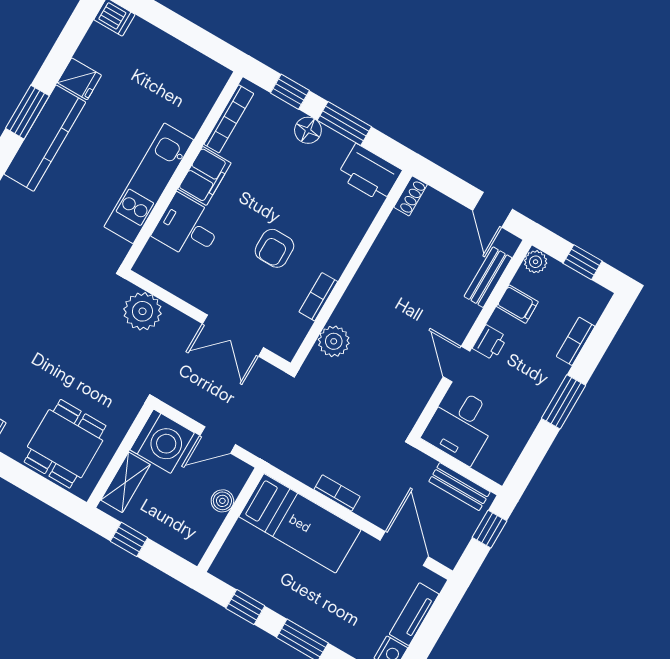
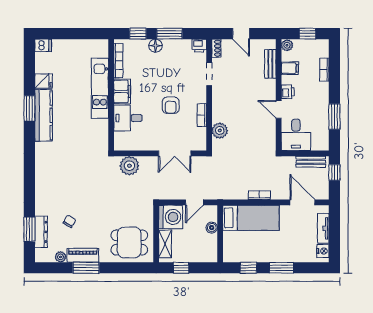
printer: (370, 173) -> (199, 46), width x0.53, depth x0.68
kitchen unit: (149, 183) -> (100, 88), moved
door: (493, 210) -> (241, 34), moved
doorway: (372, 233) -> (209, 74), added
window: (564, 402) -> (334, 117), moved
dining table: (65, 444) -> (129, 242), turned 90

